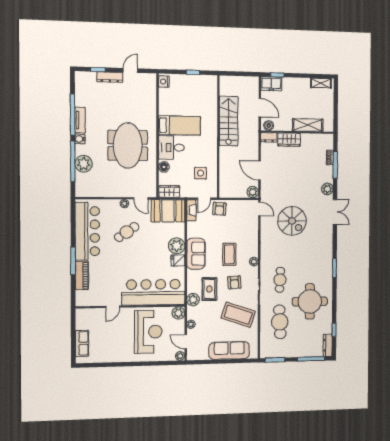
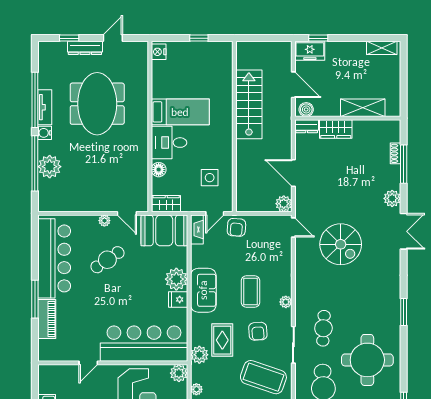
meeting table: (128, 145) -> (97, 104), moved

